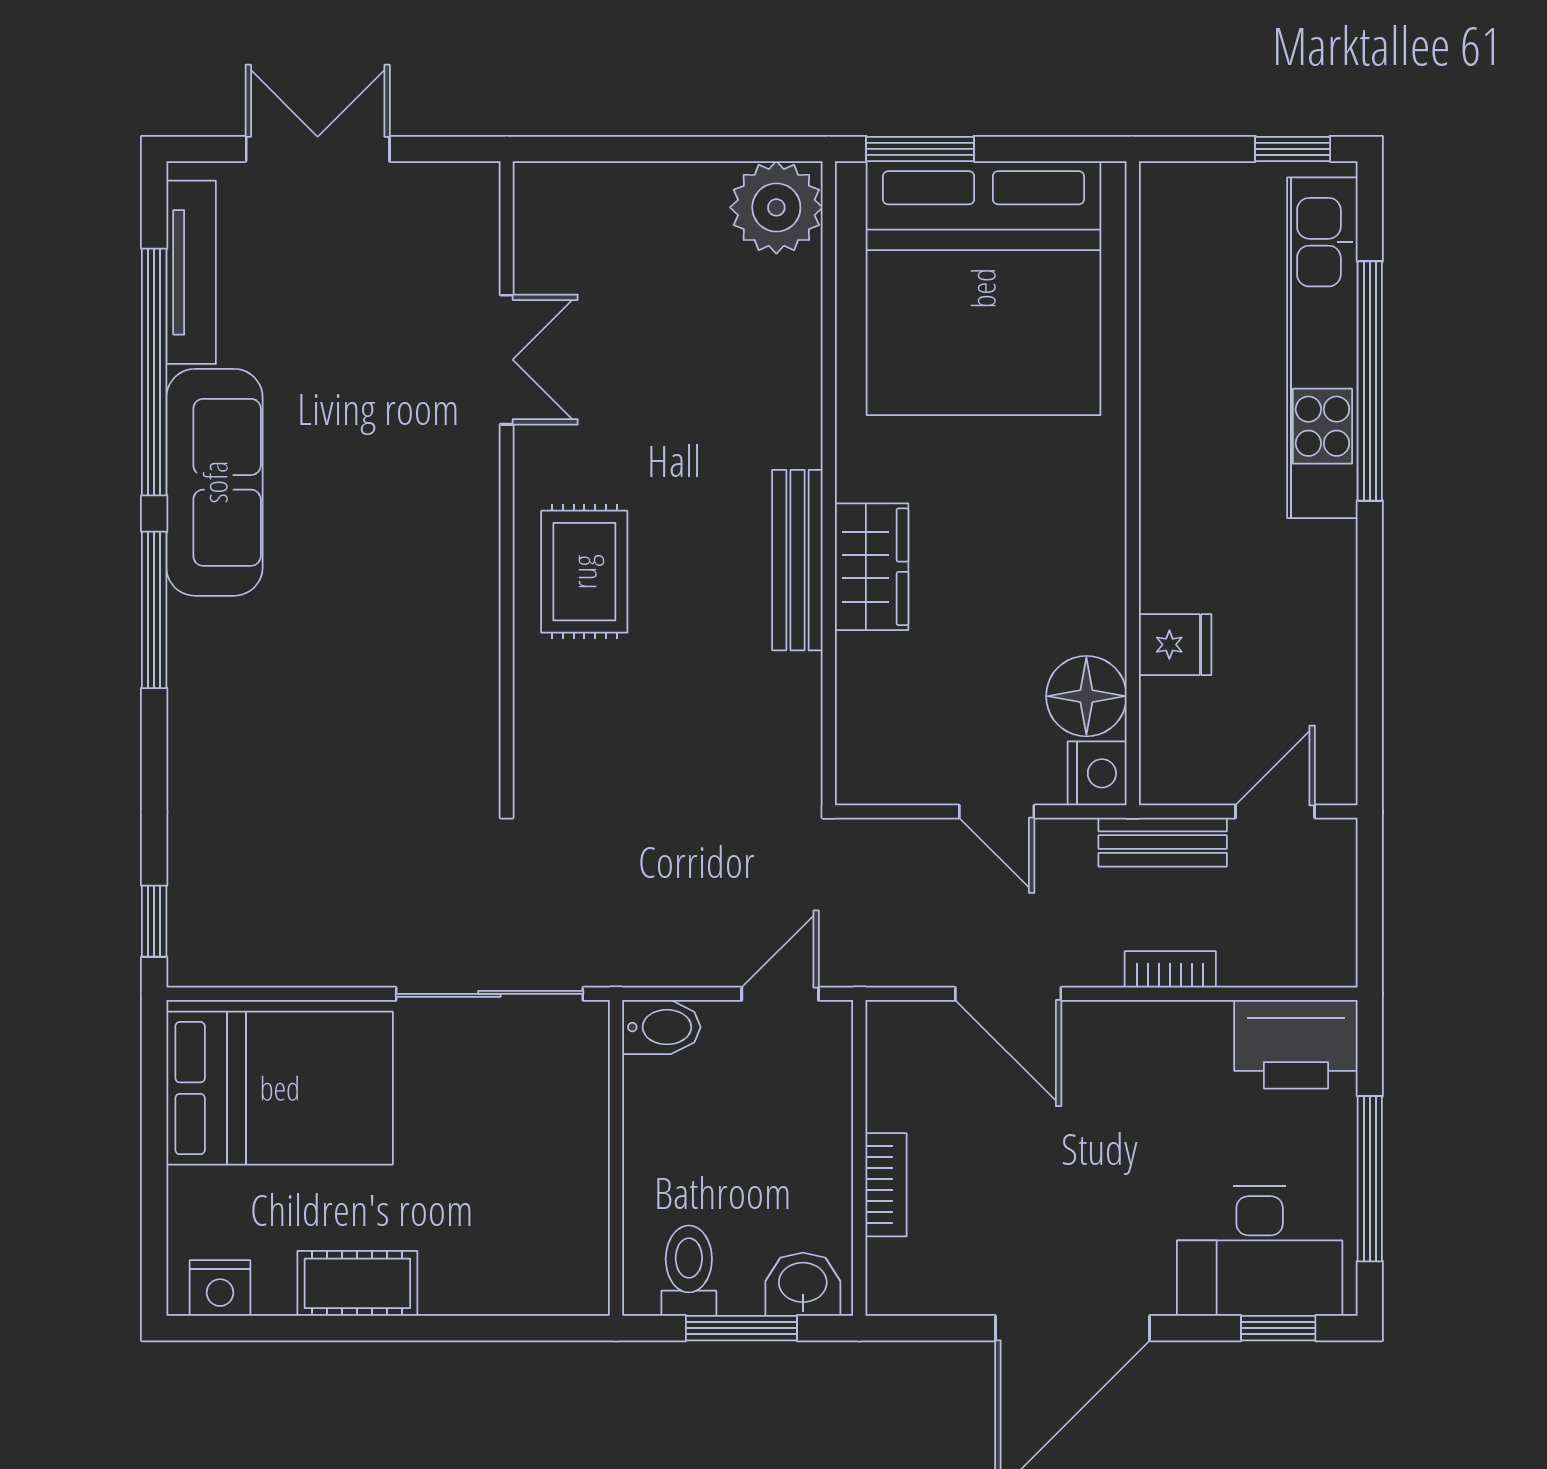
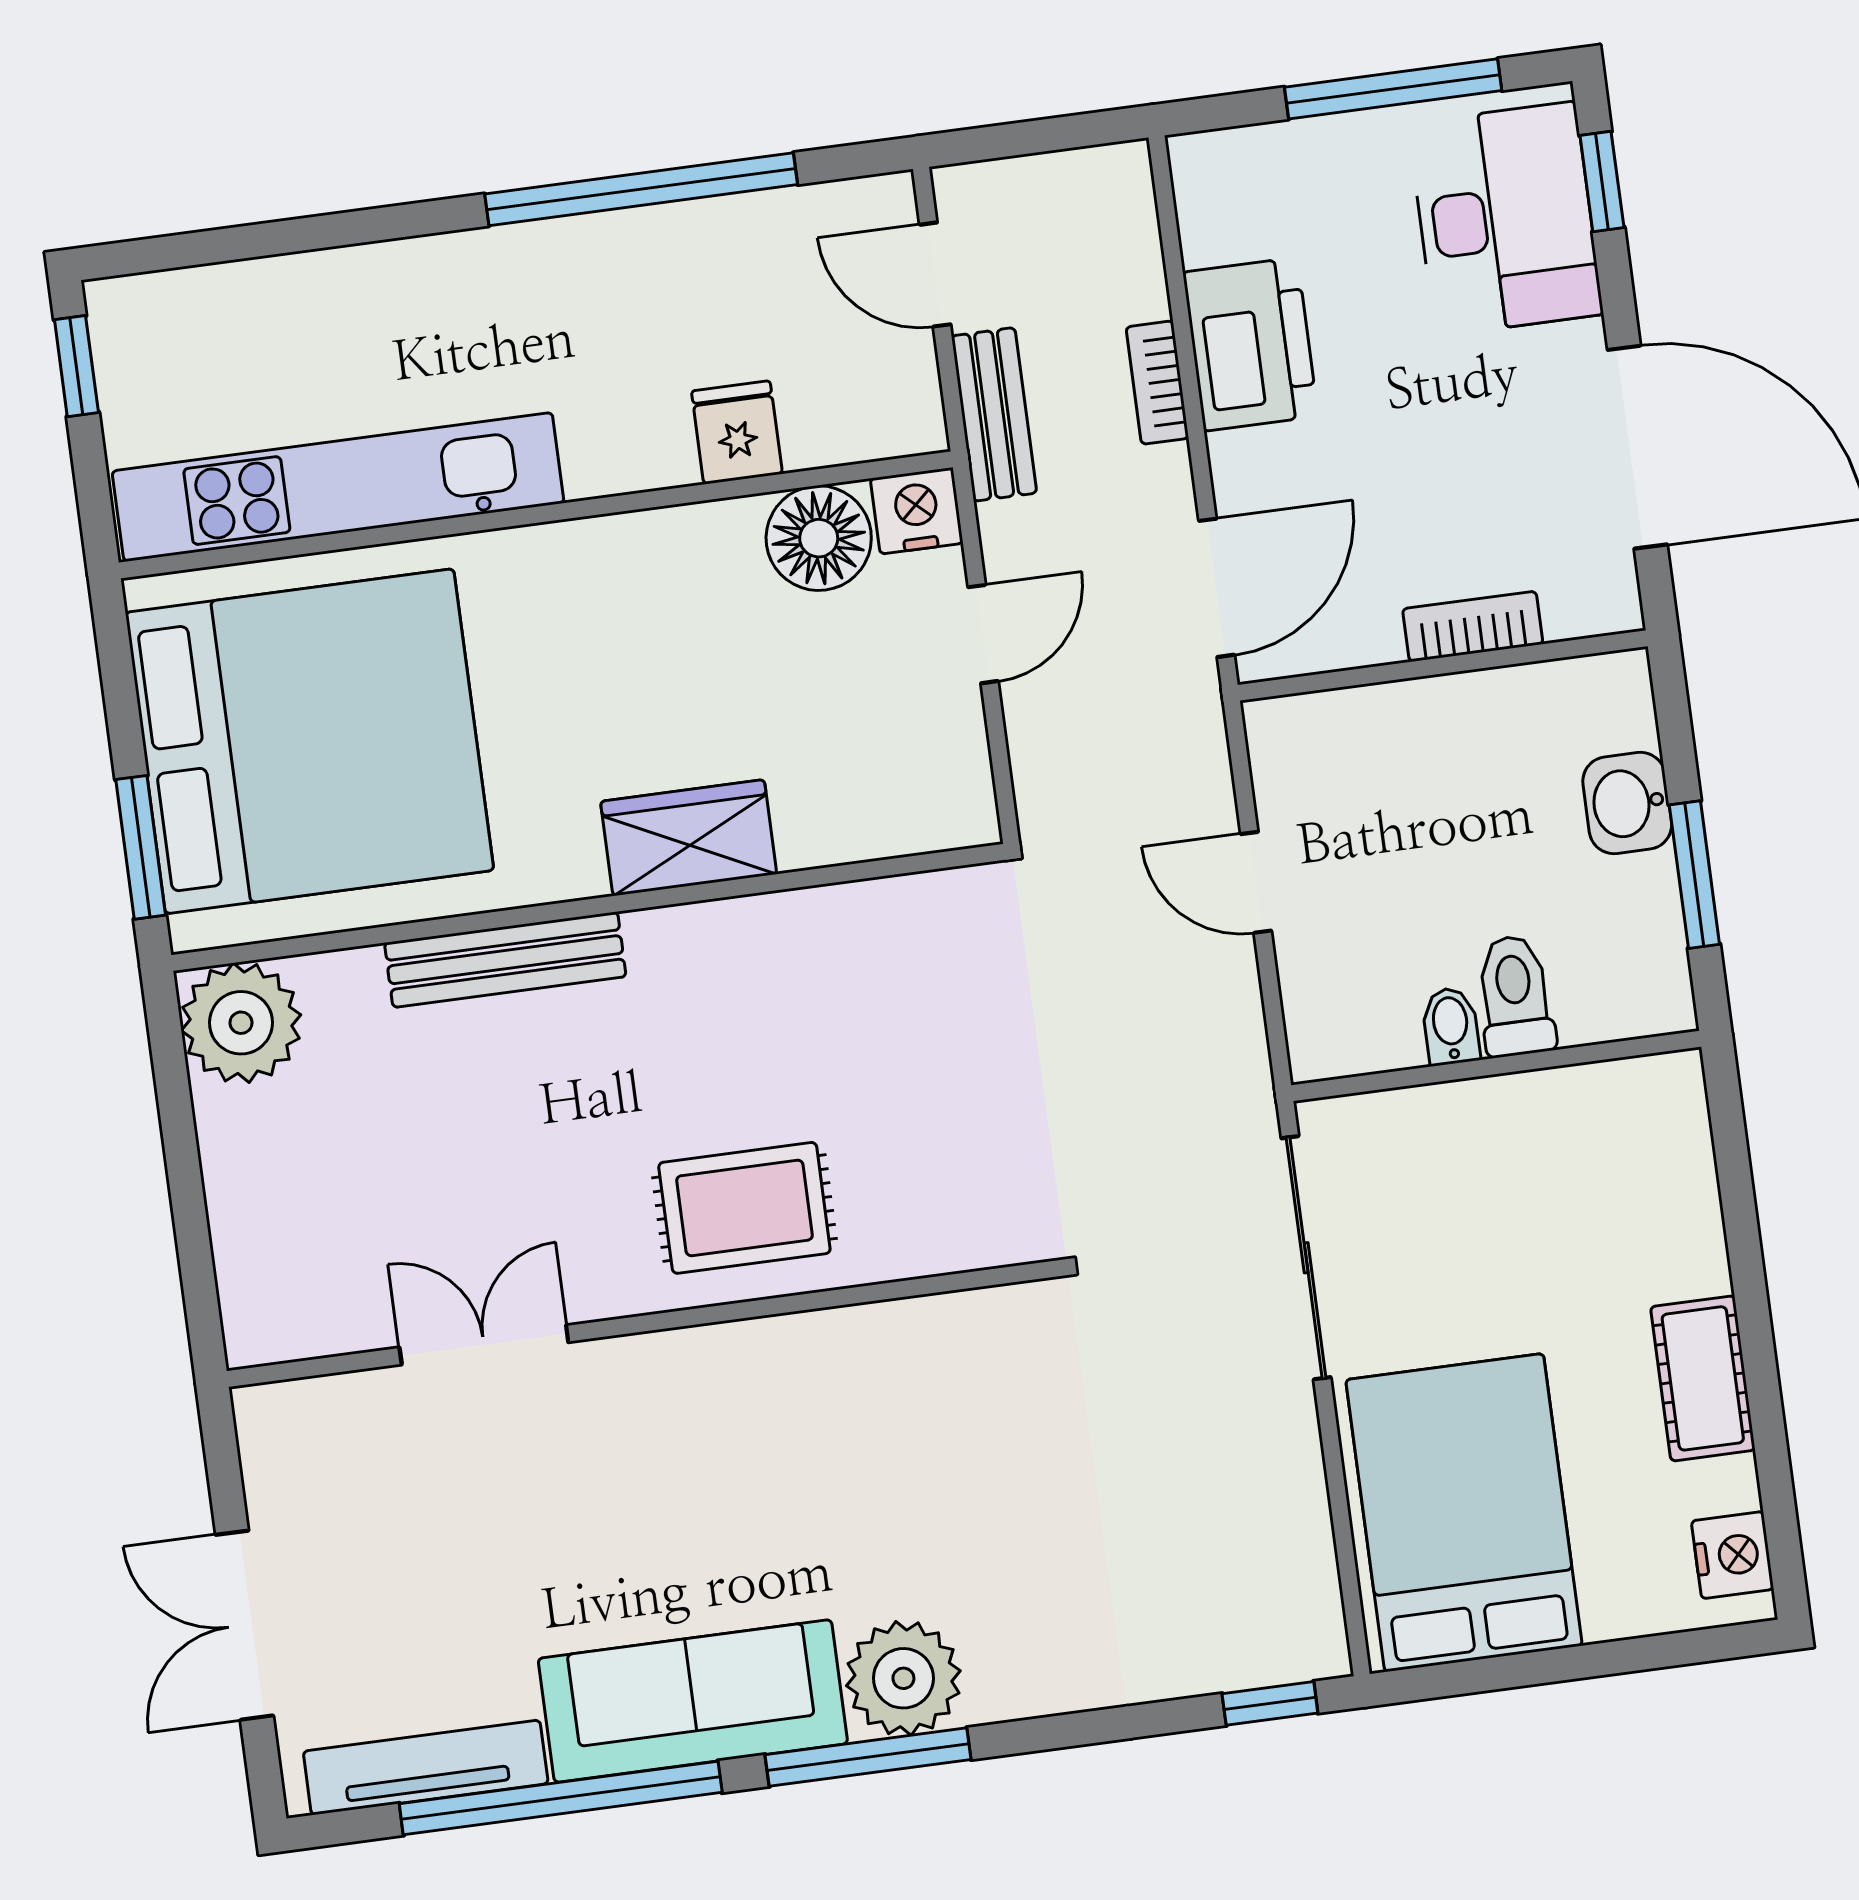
kitchen unit: (1322, 348) -> (338, 487), moved, turned 180
window: (1370, 381) -> (641, 189), moved
bench: (797, 560) -> (505, 960), moved
plant: (210, 645) -> (903, 1678), added
bidet: (661, 1027) -> (1451, 1026), moved, width x0.72, depth x0.74
printer: (1296, 1044) -> (1250, 344), moved
wall: (859, 1158) -> (1443, 666), moved
bookcase: (886, 1185) -> (1473, 626), moved
toilet: (689, 1271) -> (1515, 996), moved, turned 90

